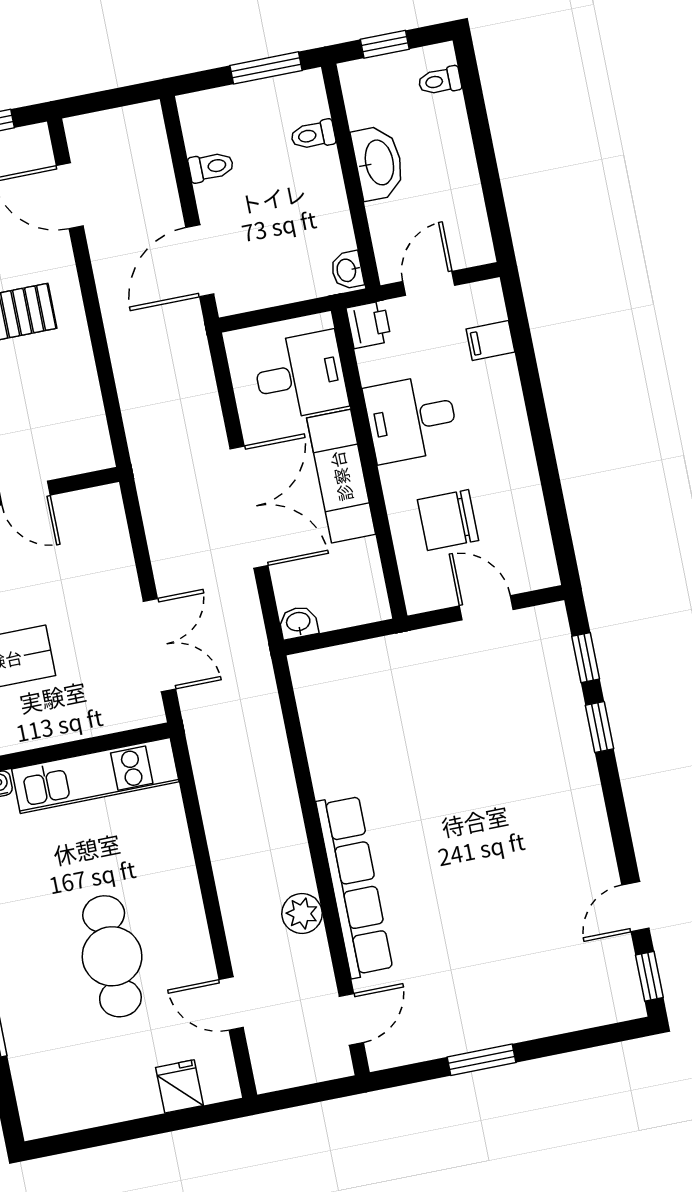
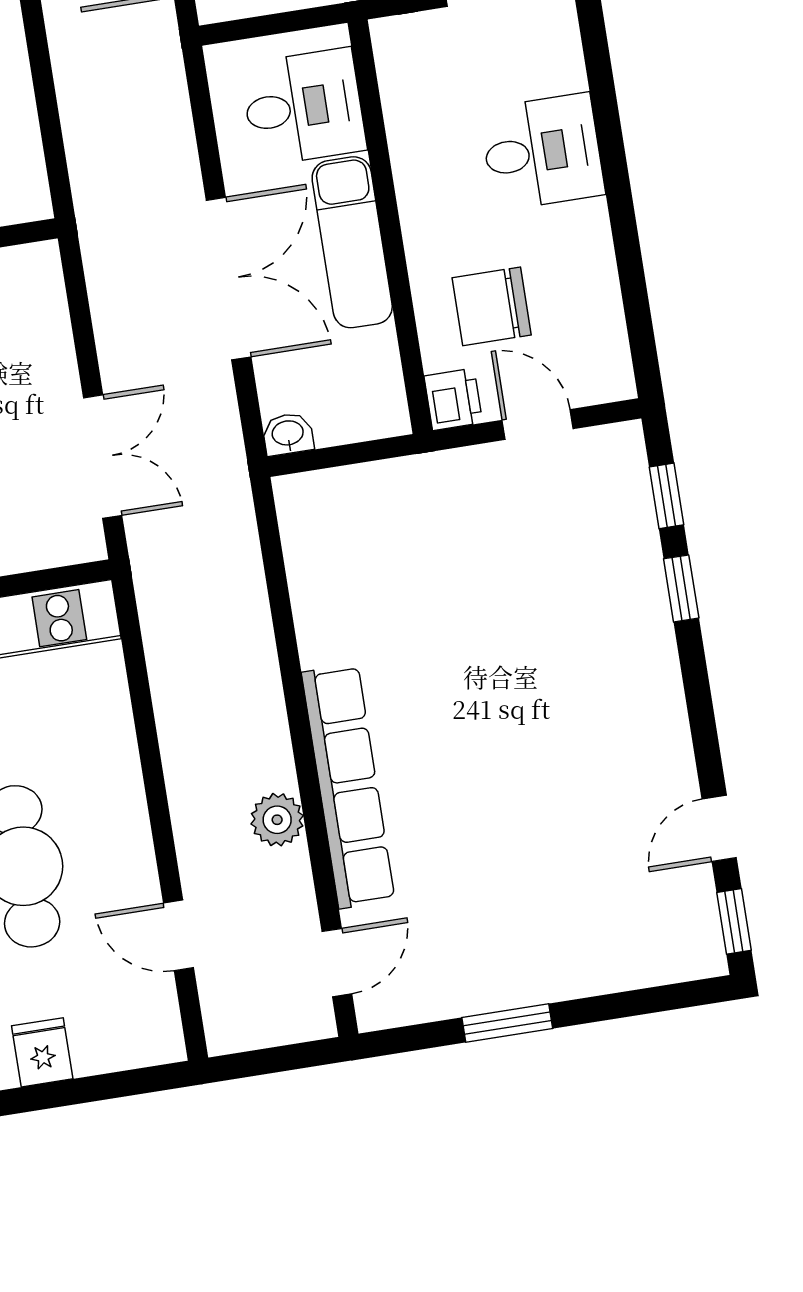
printer: (369, 325) -> (453, 399), moved
filing cabinet: (490, 341) -> (557, 71), removed
desk: (411, 419) -> (542, 152), moved, turned 180
fridge: (179, 1086) -> (42, 1052), moved

